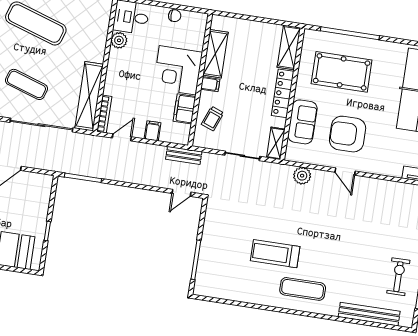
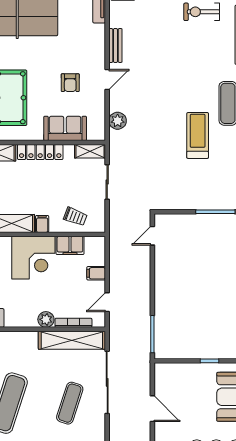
plant: (119, 40) -> (46, 319), moved
bookcase: (104, 114) -> (73, 323), moved
armchair: (348, 134) -> (70, 83), width x0.53, depth x0.53
door: (122, 137) -> (107, 302), hinge flipped
bench: (184, 155) -> (115, 45), moved
door: (182, 193) -> (152, 236), swing flipped
treadmill: (275, 254) -> (198, 135), turned 180

